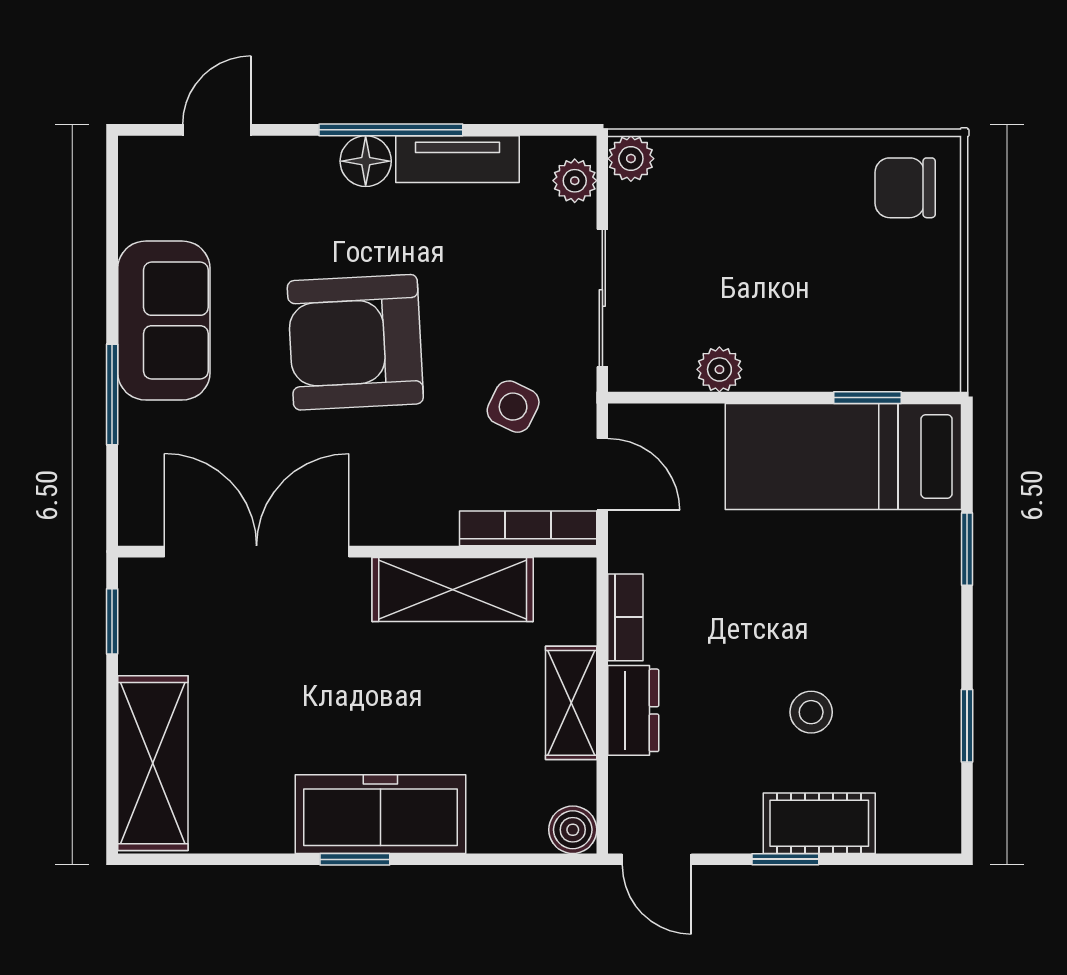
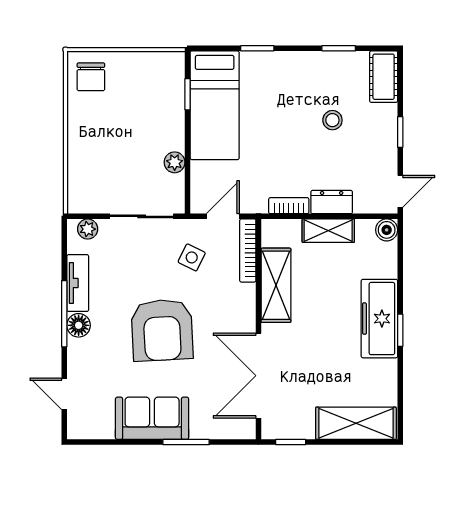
plant: (631, 159) -> (77, 203), removed
cot: (819, 823) -> (384, 77), moved

